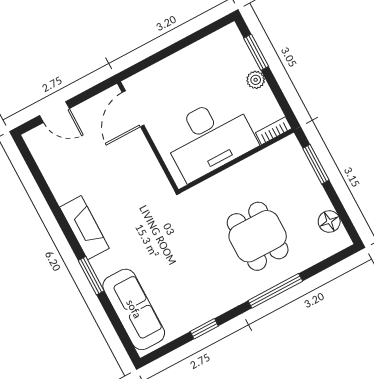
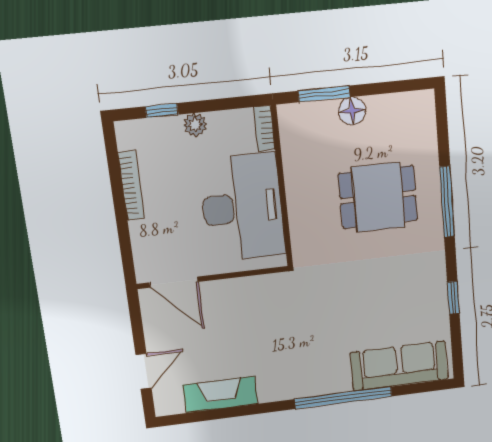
bookcase: (193, 51) -> (131, 186), added
window: (256, 52) -> (162, 110), width x0.67
floor lamp: (329, 221) -> (352, 111), moved
fireplace: (84, 228) -> (220, 394), moved
window: (91, 276) -> (343, 398), width x2.11

